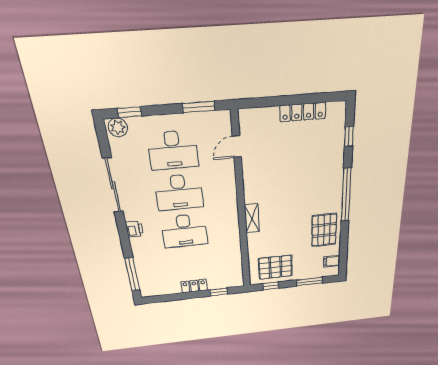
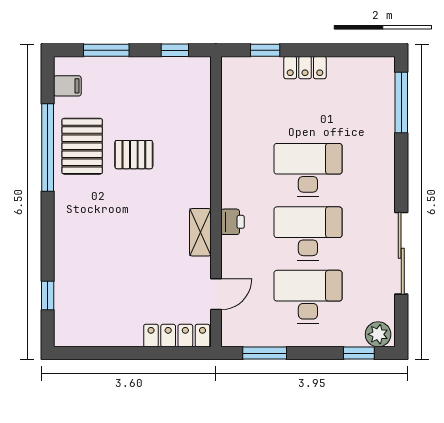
locker: (303, 112) -> (177, 336), moved
window: (346, 195) -> (48, 147), moved
shelving: (252, 218) -> (200, 232), moved
printer: (134, 229) -> (232, 222), moved, turned 180
pallet: (275, 267) -> (134, 155), moved, width x0.67, depth x0.71

